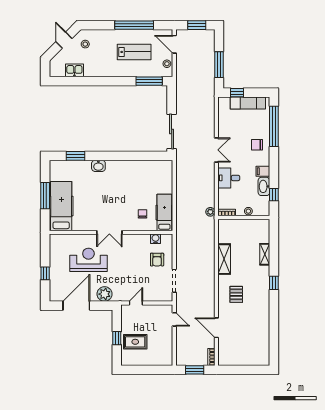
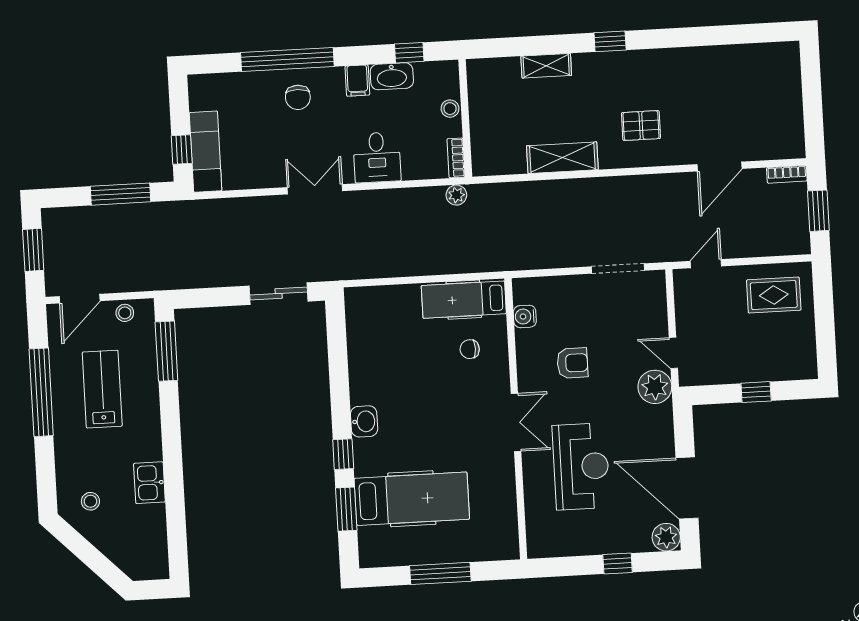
door: (64, 40) -> (84, 550), removed
kitchen sink: (74, 70) -> (149, 483), moved
exam couch: (248, 103) -> (205, 152), moved
window: (274, 126) -> (287, 59), moved
sliding door: (172, 132) -> (279, 294), width x0.73
window: (100, 156) -> (343, 454), added
washbasin: (98, 166) -> (364, 421), moved
hospital bed: (61, 206) -> (412, 499), moved, turned 180
reception desk: (88, 260) -> (581, 466), turned 180
armchair: (157, 260) -> (572, 363), moved
plant: (105, 294) -> (655, 387), moved
plant: (55, 295) -> (666, 537), added
rug: (135, 342) -> (774, 295), moved, turned 90

